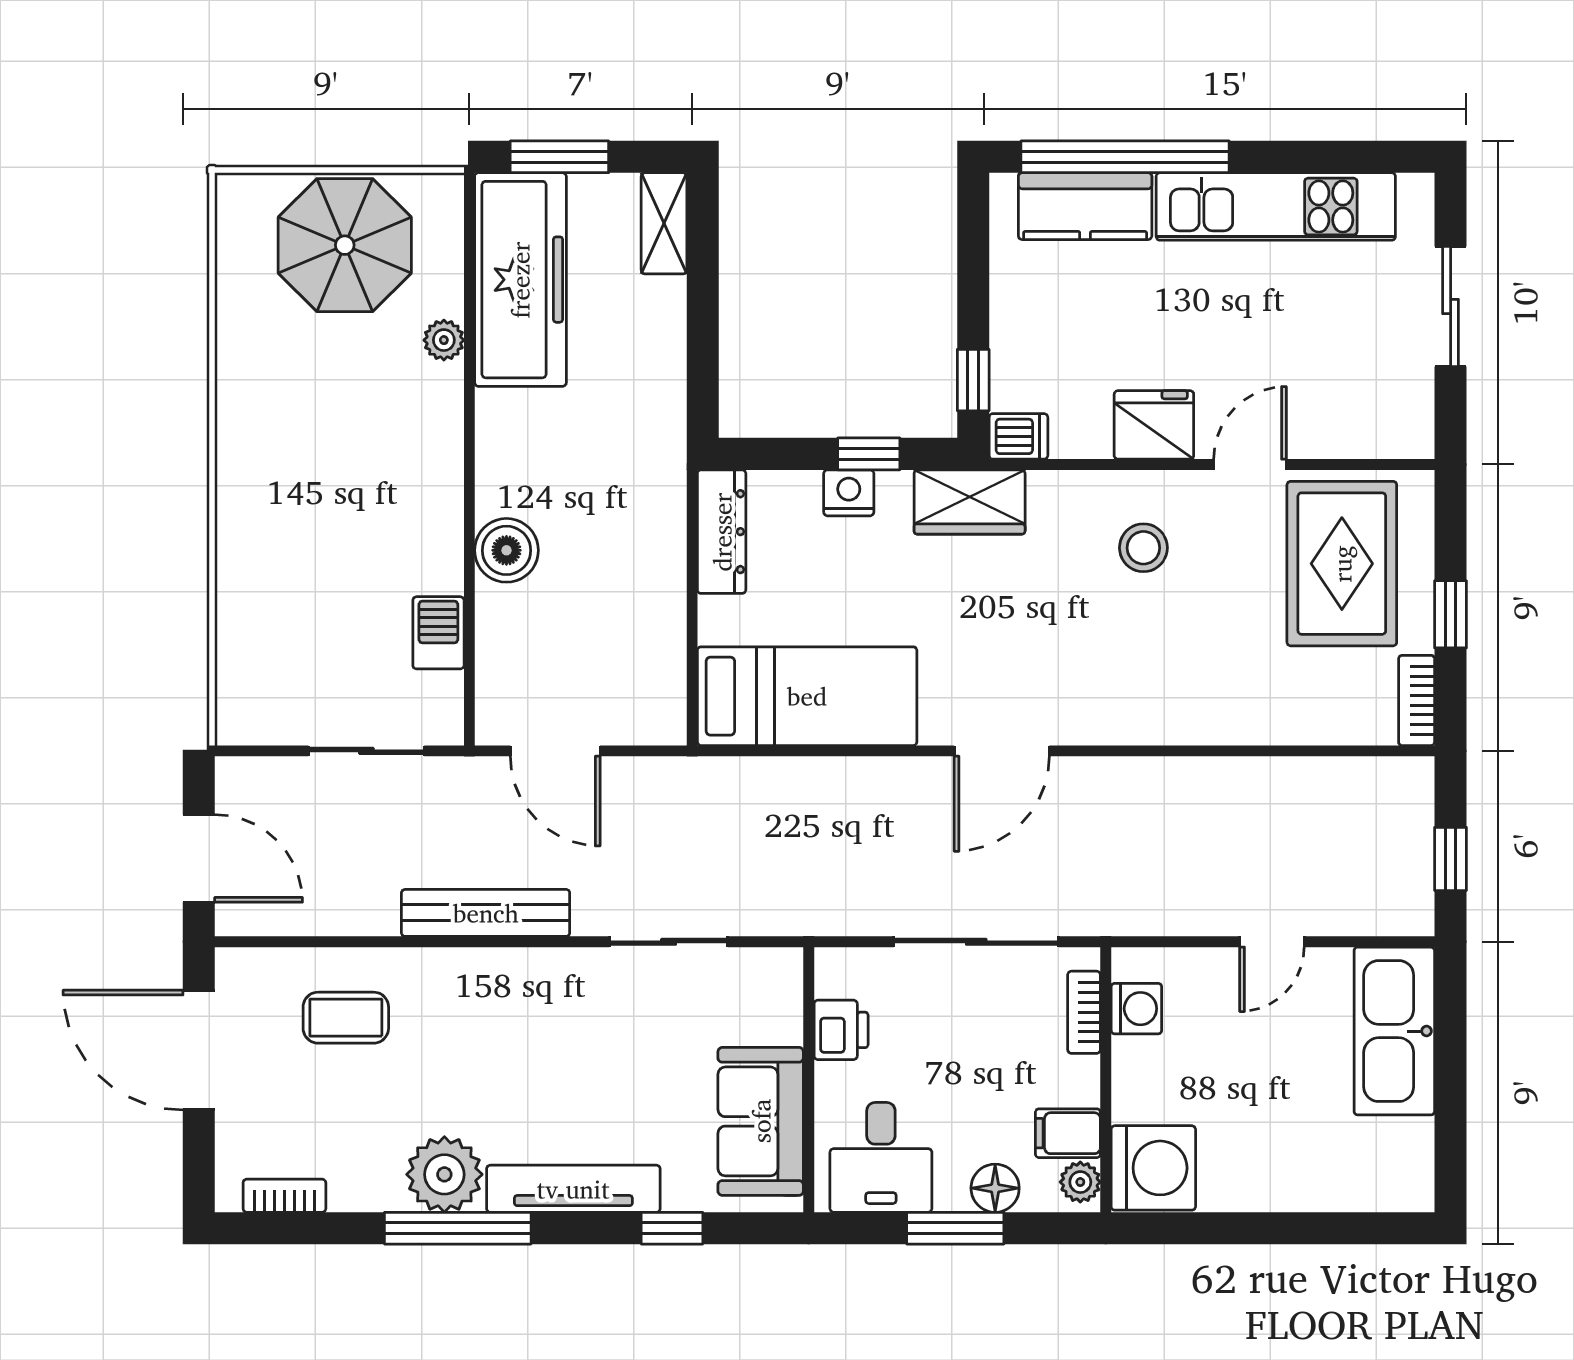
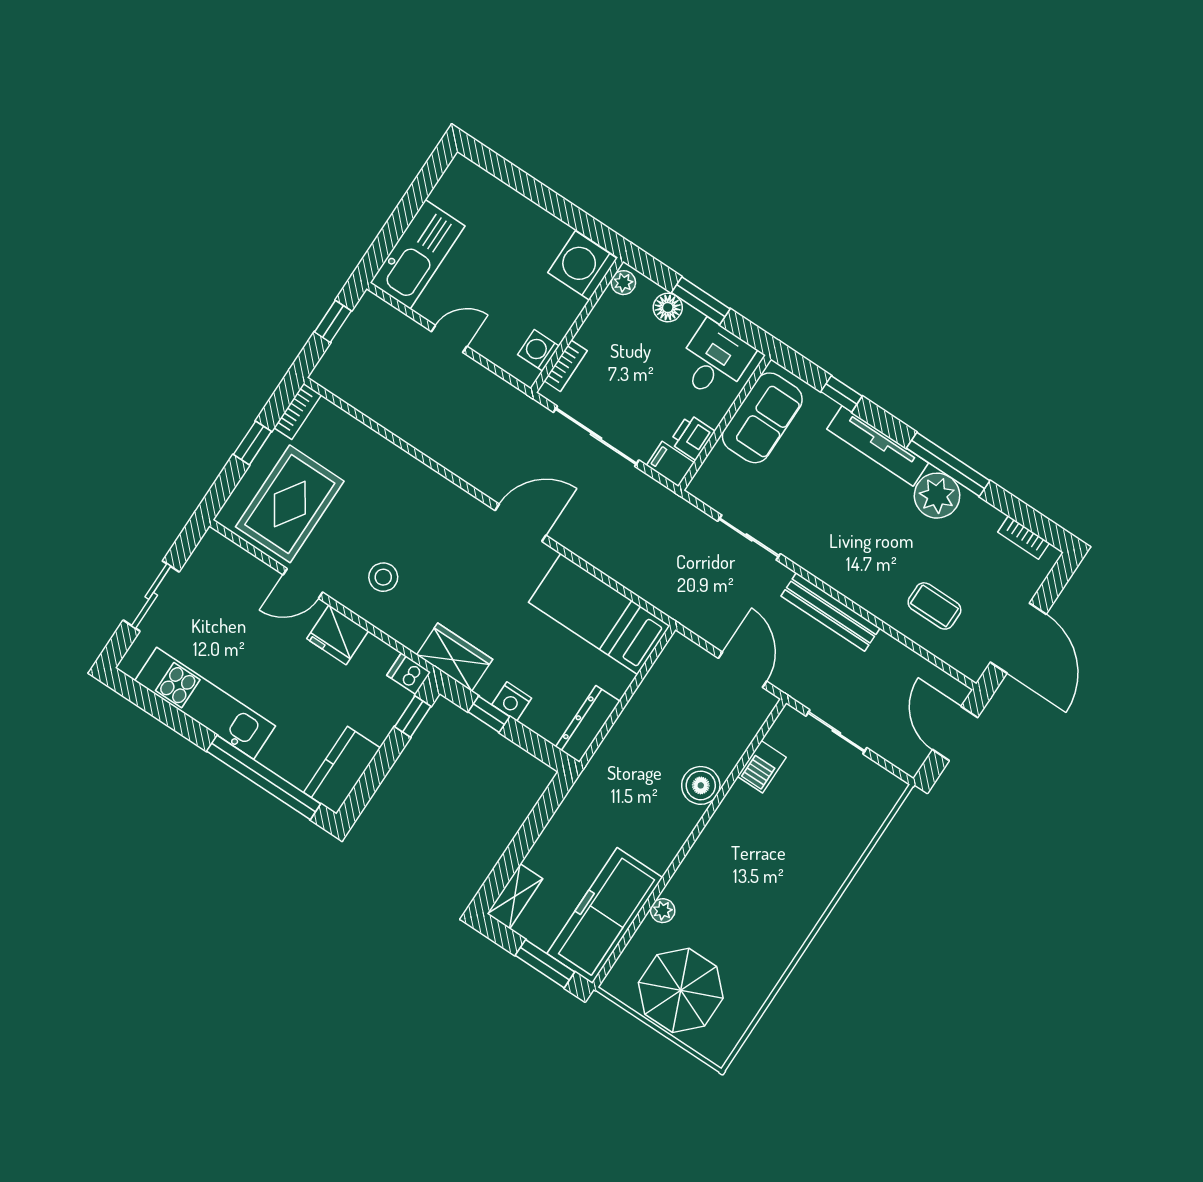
kitchen counter: (1085, 206) -> (342, 770), moved, turned -90
filing cabinet: (1068, 1133) -> (670, 464), moved, turned 180

